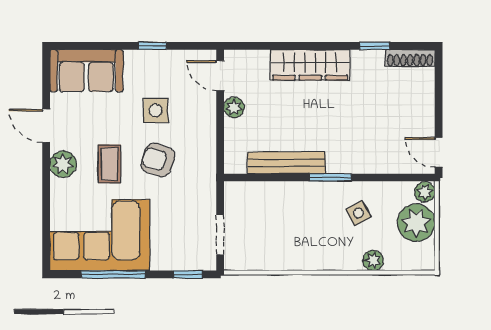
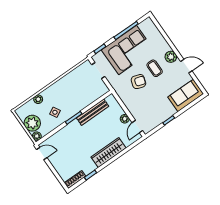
door: (220, 76) -> (137, 127), swing flipped
side table: (156, 111) -> (151, 98), removed
corner sofa: (100, 235) -> (128, 50), moved

